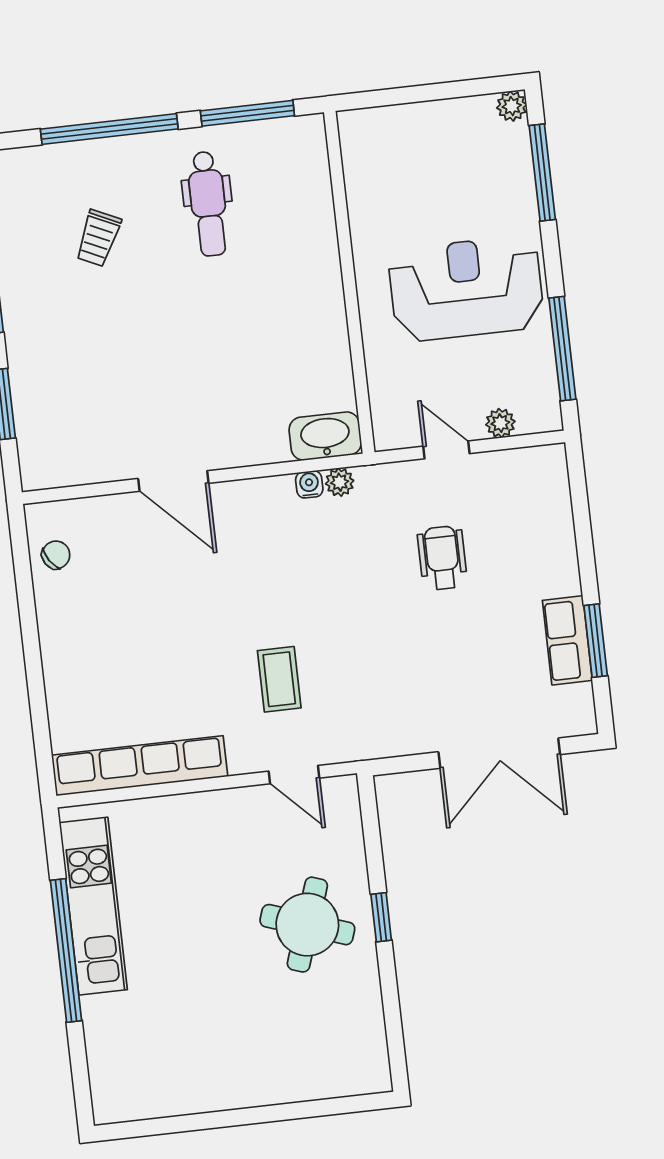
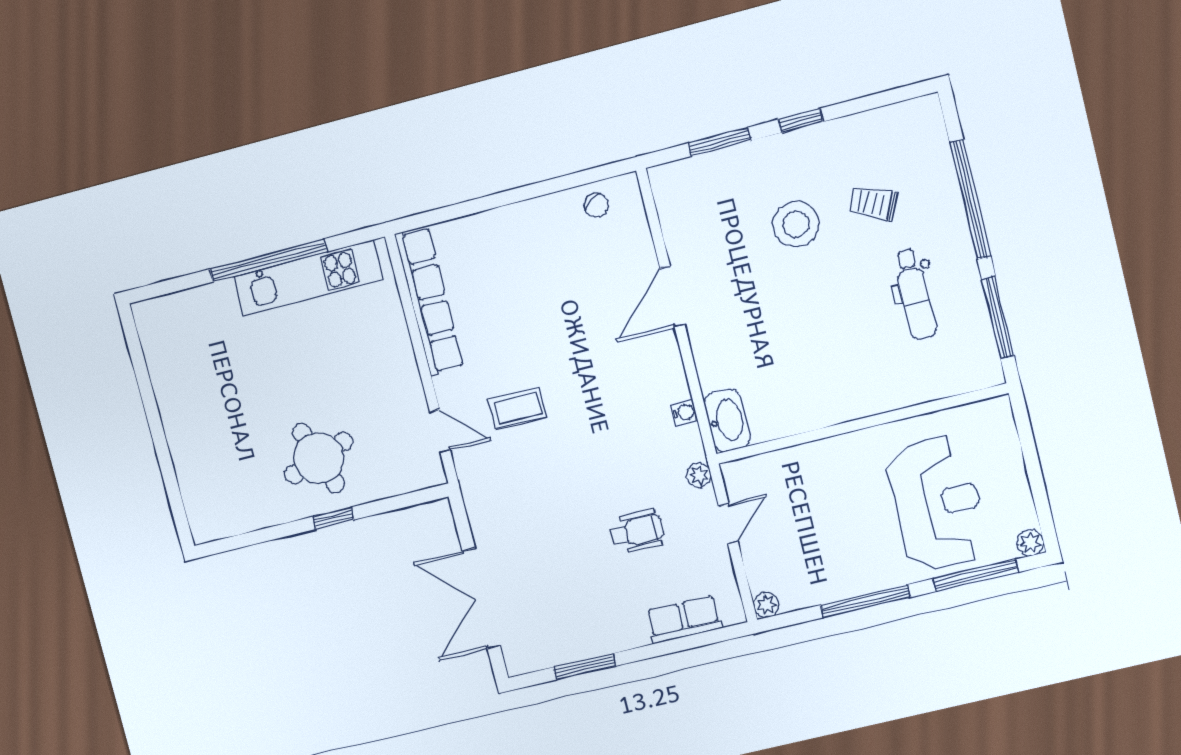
dental chair: (208, 204) -> (915, 294), turned -90
reception desk: (466, 289) -> (937, 504), moved
stool: (110, 329) -> (796, 224), added
window: (562, 349) -> (865, 601), moved
plant: (500, 423) -> (766, 605), moved
plant: (340, 482) -> (699, 475), moved
row of seats: (567, 640) -> (684, 619), moved
door: (294, 775) -> (440, 431), swing flipped
round table: (307, 925) -> (319, 458), turned -38

